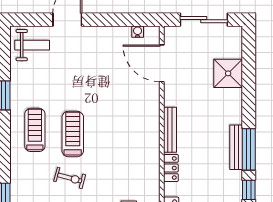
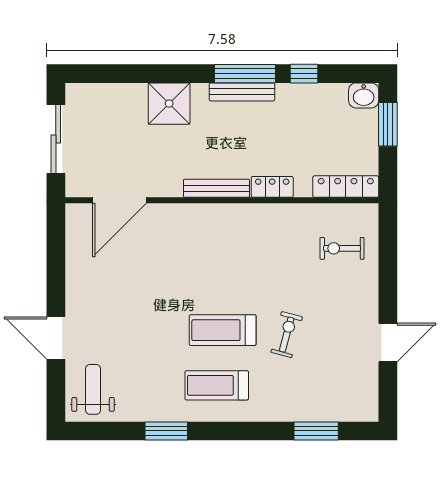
water cooler: (138, 32) -> (73, 236), removed
shower: (228, 73) -> (169, 104), moved

